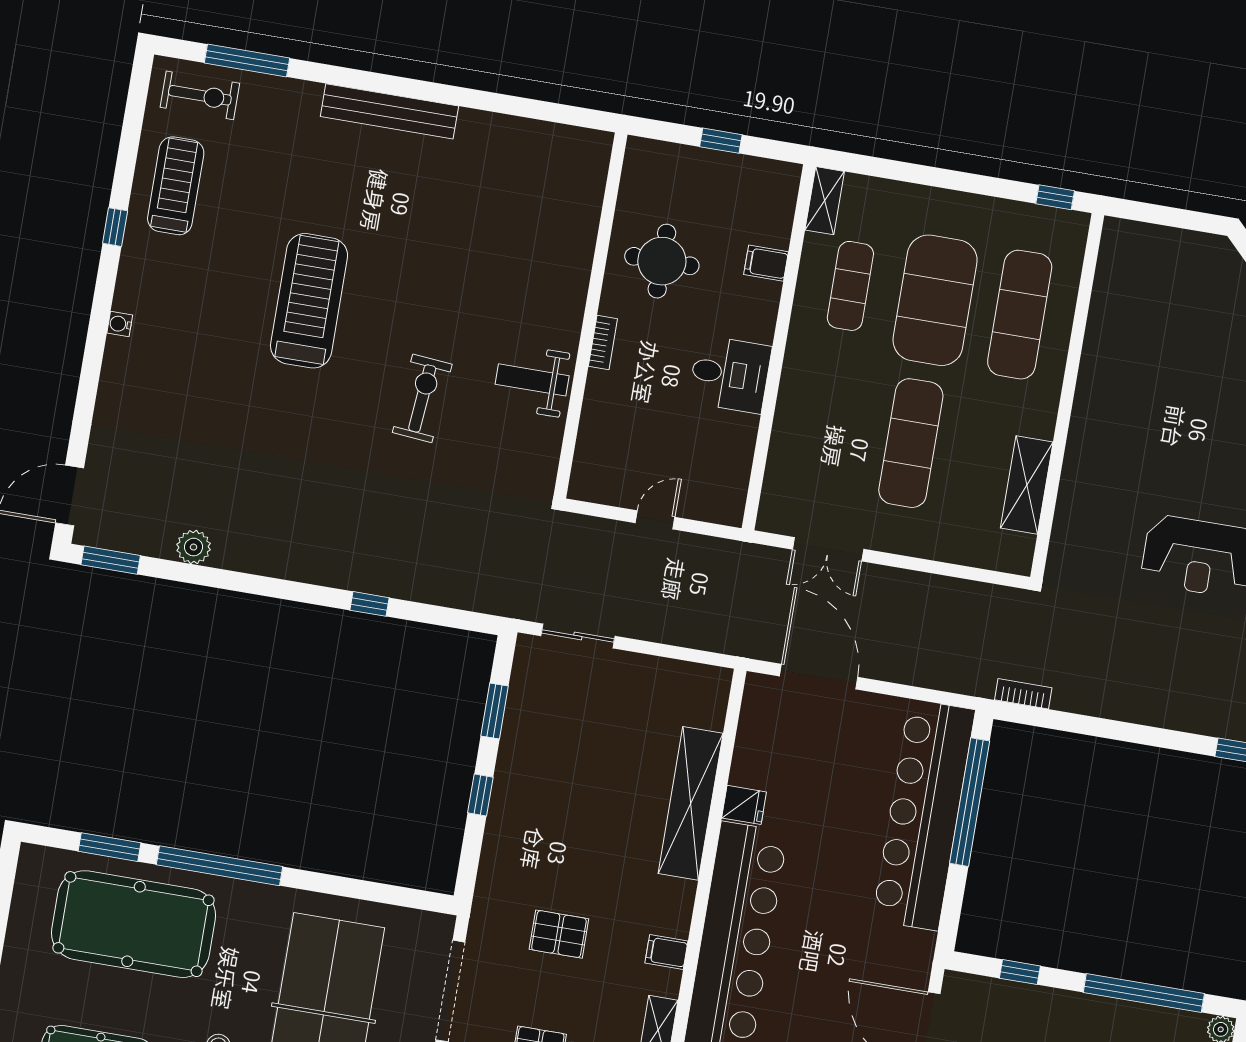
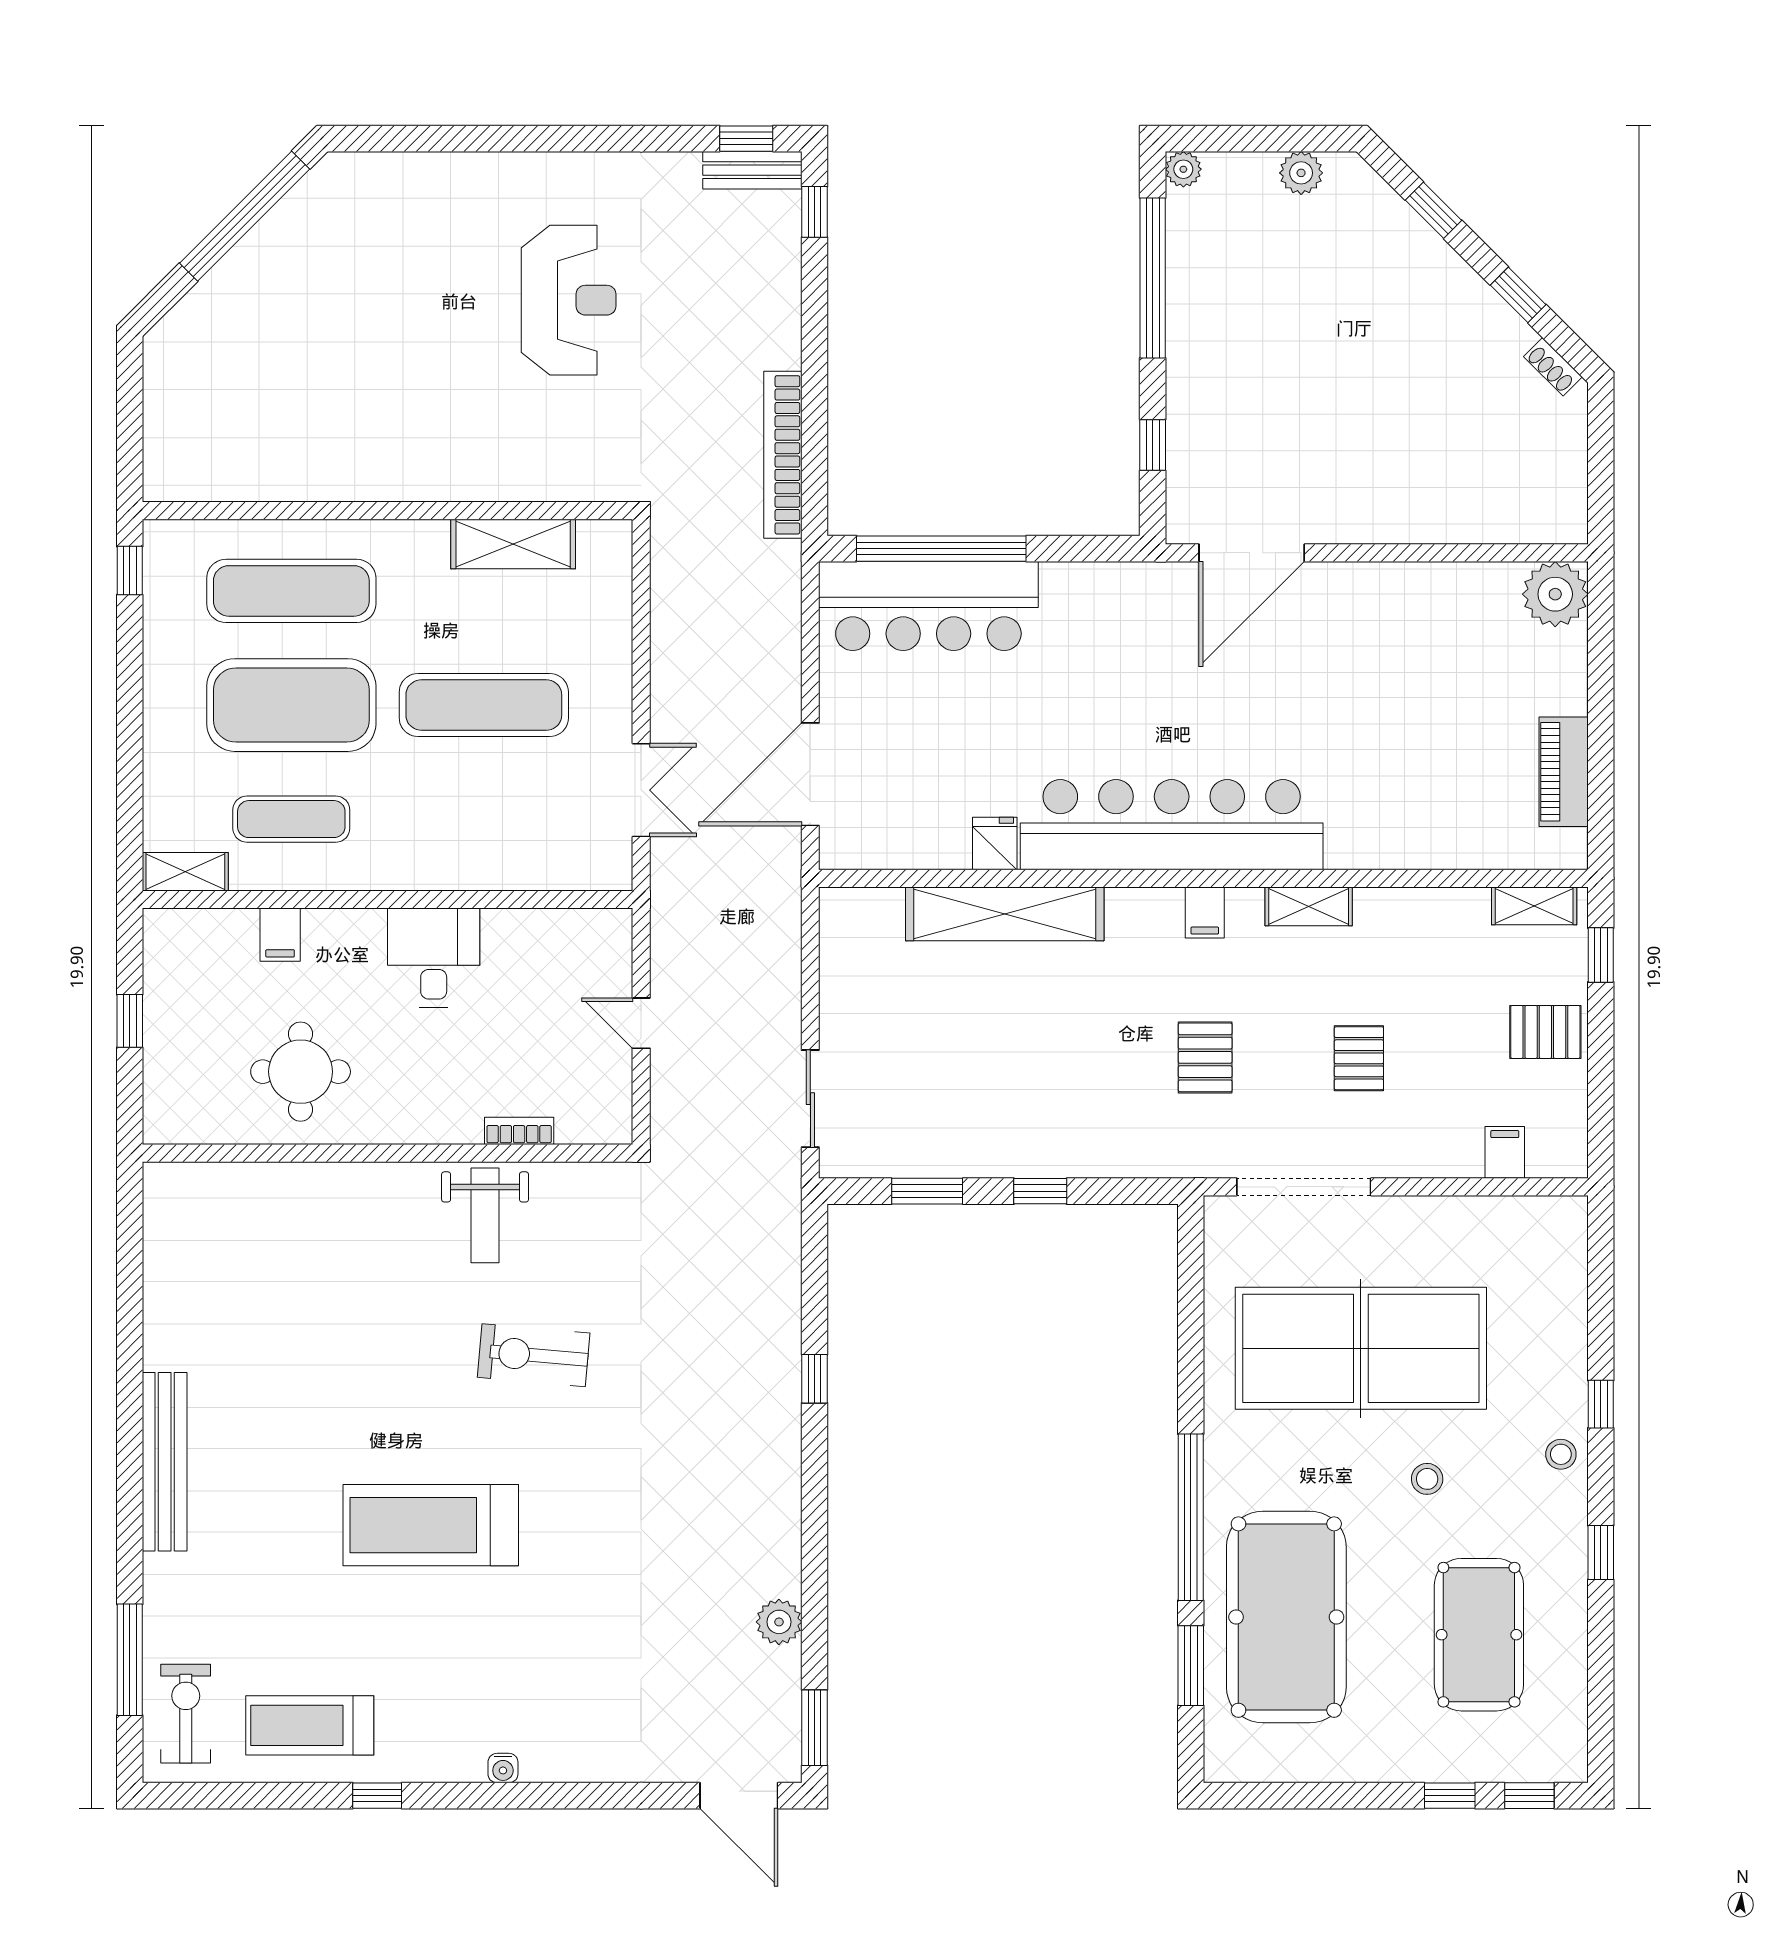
bookcase: (603, 343) -> (519, 1131), moved
bookcase: (1023, 694) -> (783, 455), width x2.31, depth x1.31
bar counter: (924, 815) -> (928, 606), width x0.73

